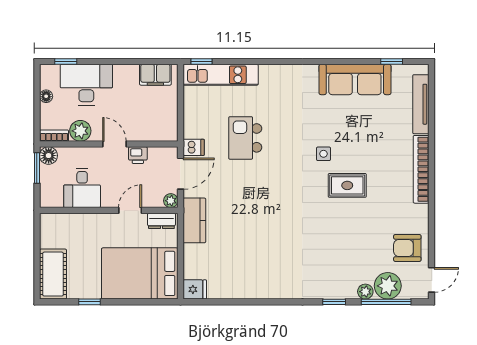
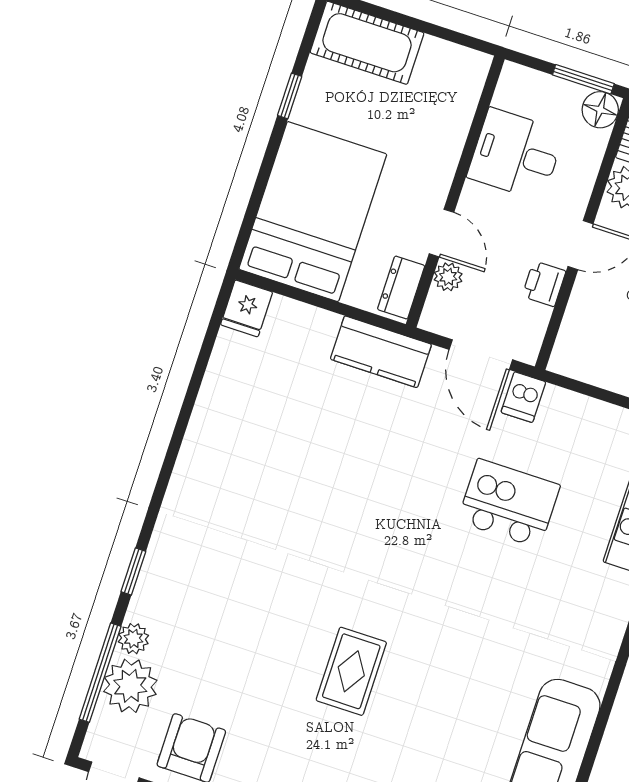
side table: (323, 154) -> (428, 645), removed
plant: (171, 201) -> (448, 277), moved

